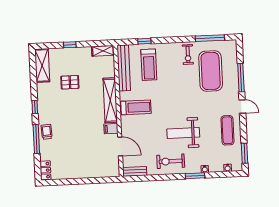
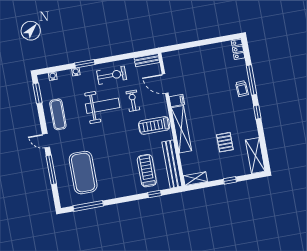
exercise bike: (188, 54) -> (133, 101), moved
pallet: (70, 82) -> (225, 142), turned 90

